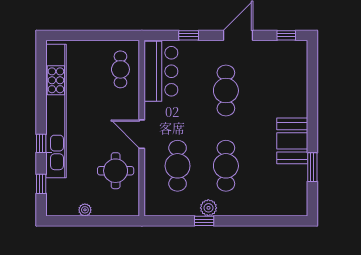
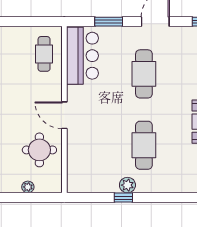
window: (189, 35) -> (109, 22), width x1.50
cafe table: (178, 166) -> (98, 145), removed
plant: (85, 210) -> (28, 187), moved

